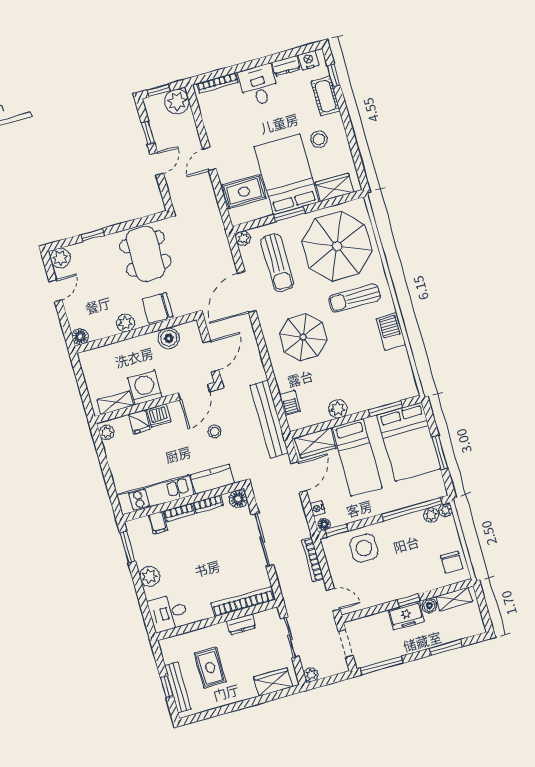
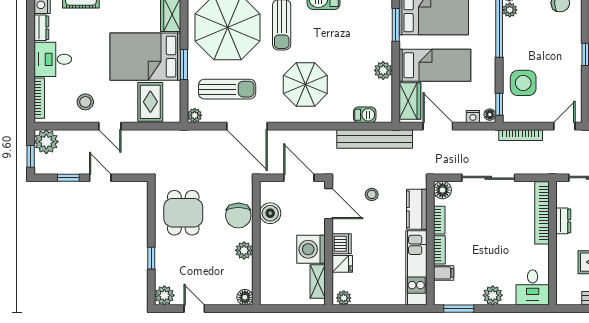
stool: (319, 139) -> (85, 102), moved
dining table: (145, 254) -> (183, 213), width x0.73

